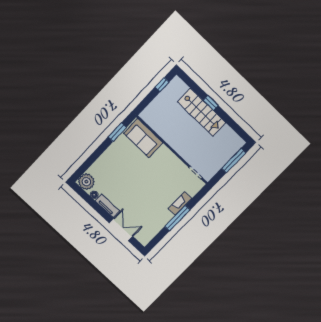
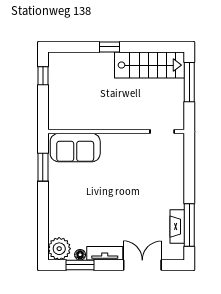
stairs: (202, 112) -> (149, 65), moved
window: (89, 200) -> (80, 265), added
fireplace: (180, 203) -> (177, 227), moved
window: (177, 218) -> (189, 225), moved

